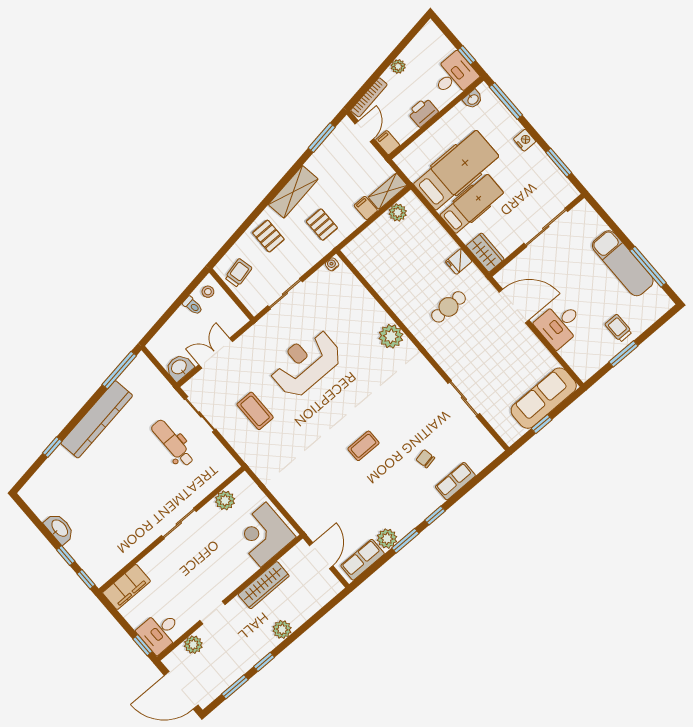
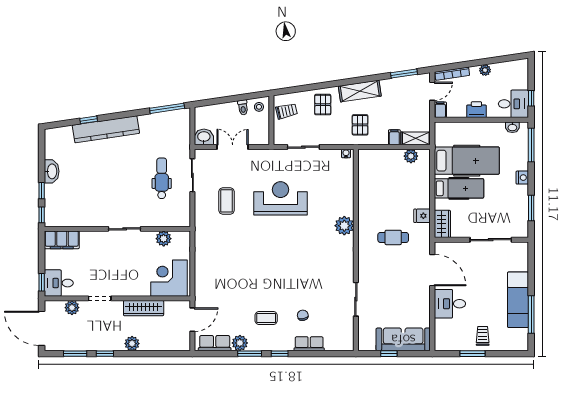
kitchen counter: (97, 419) -> (106, 129), moved
coffee table: (363, 446) -> (266, 318), moved

